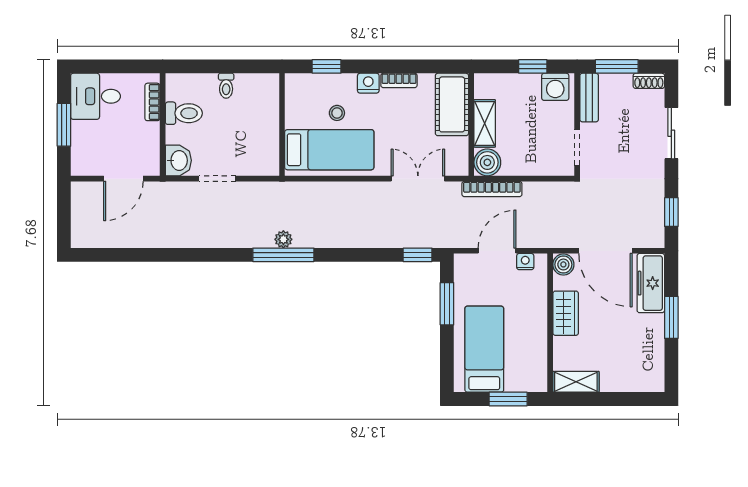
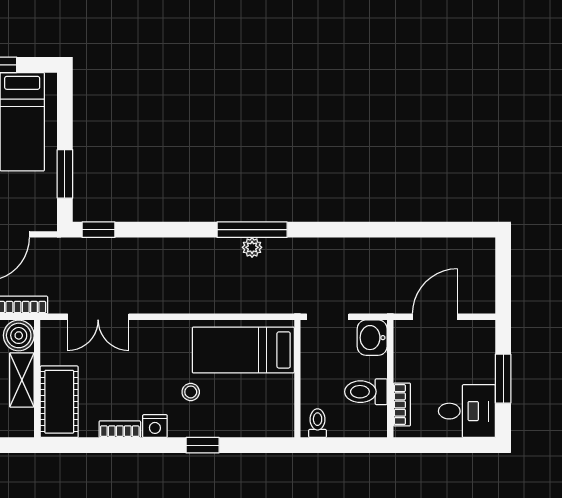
wall: (282, 125) -> (297, 379), moved
bed: (329, 150) -> (243, 350), moved

